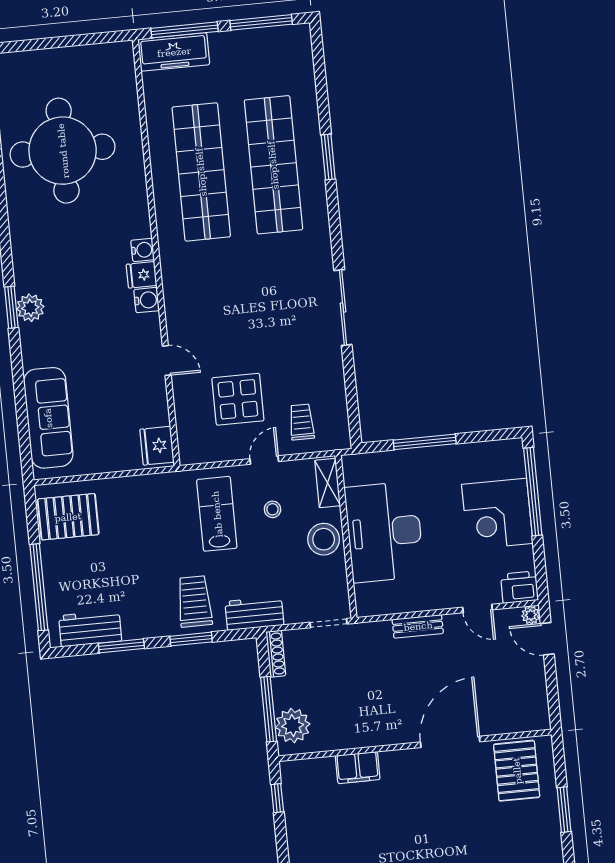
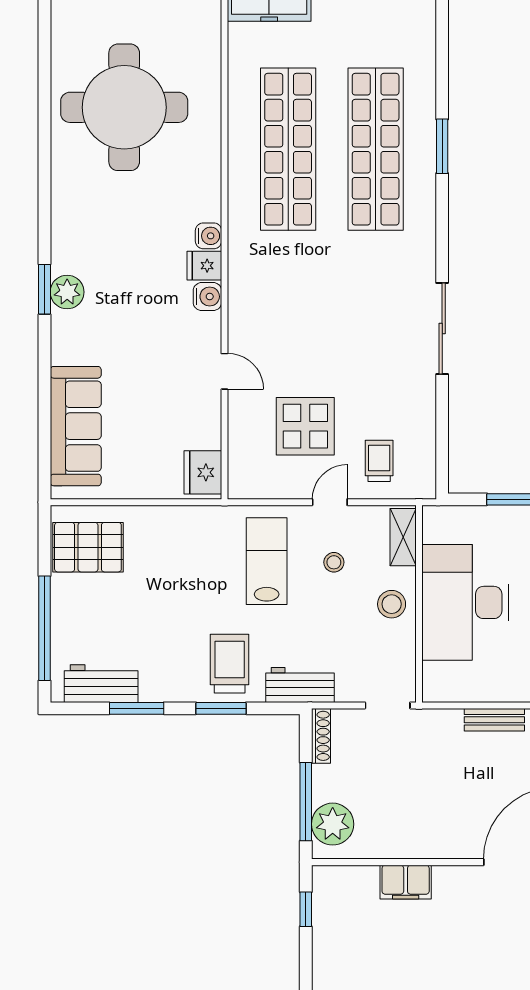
stool: (324, 539) -> (392, 604), width x0.73, depth x0.73

